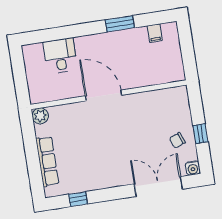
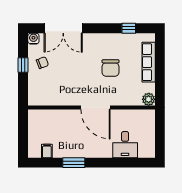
chair: (93, 147) -> (111, 68), added

